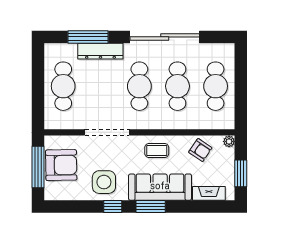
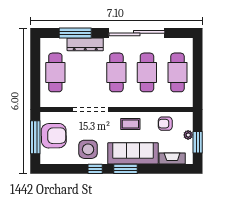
plant: (229, 141) -> (188, 135), moved
armchair: (200, 150) -> (165, 124), turned 146

